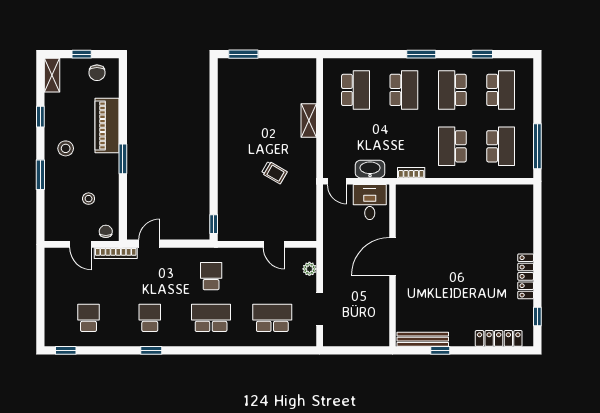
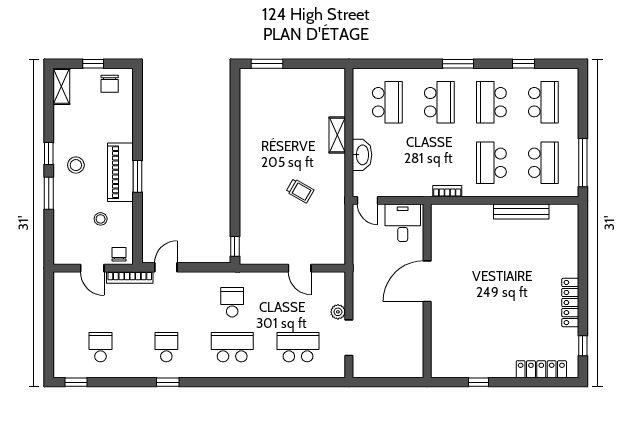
window: (40, 117) -> (49, 154), moved
piano: (107, 125) -> (120, 172), moved
washbasin: (370, 169) -> (362, 155), moved, turned 90
plant: (309, 269) -> (338, 312), moved
bench: (423, 339) -> (521, 212), moved

